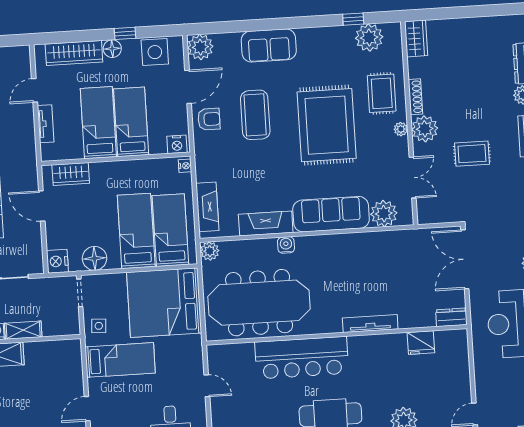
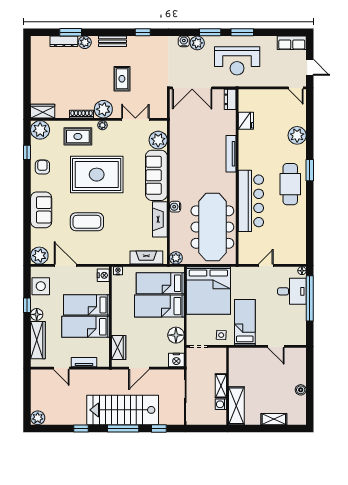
plant: (369, 38) -> (40, 130), moved
armchair: (209, 119) -> (42, 167), moved

